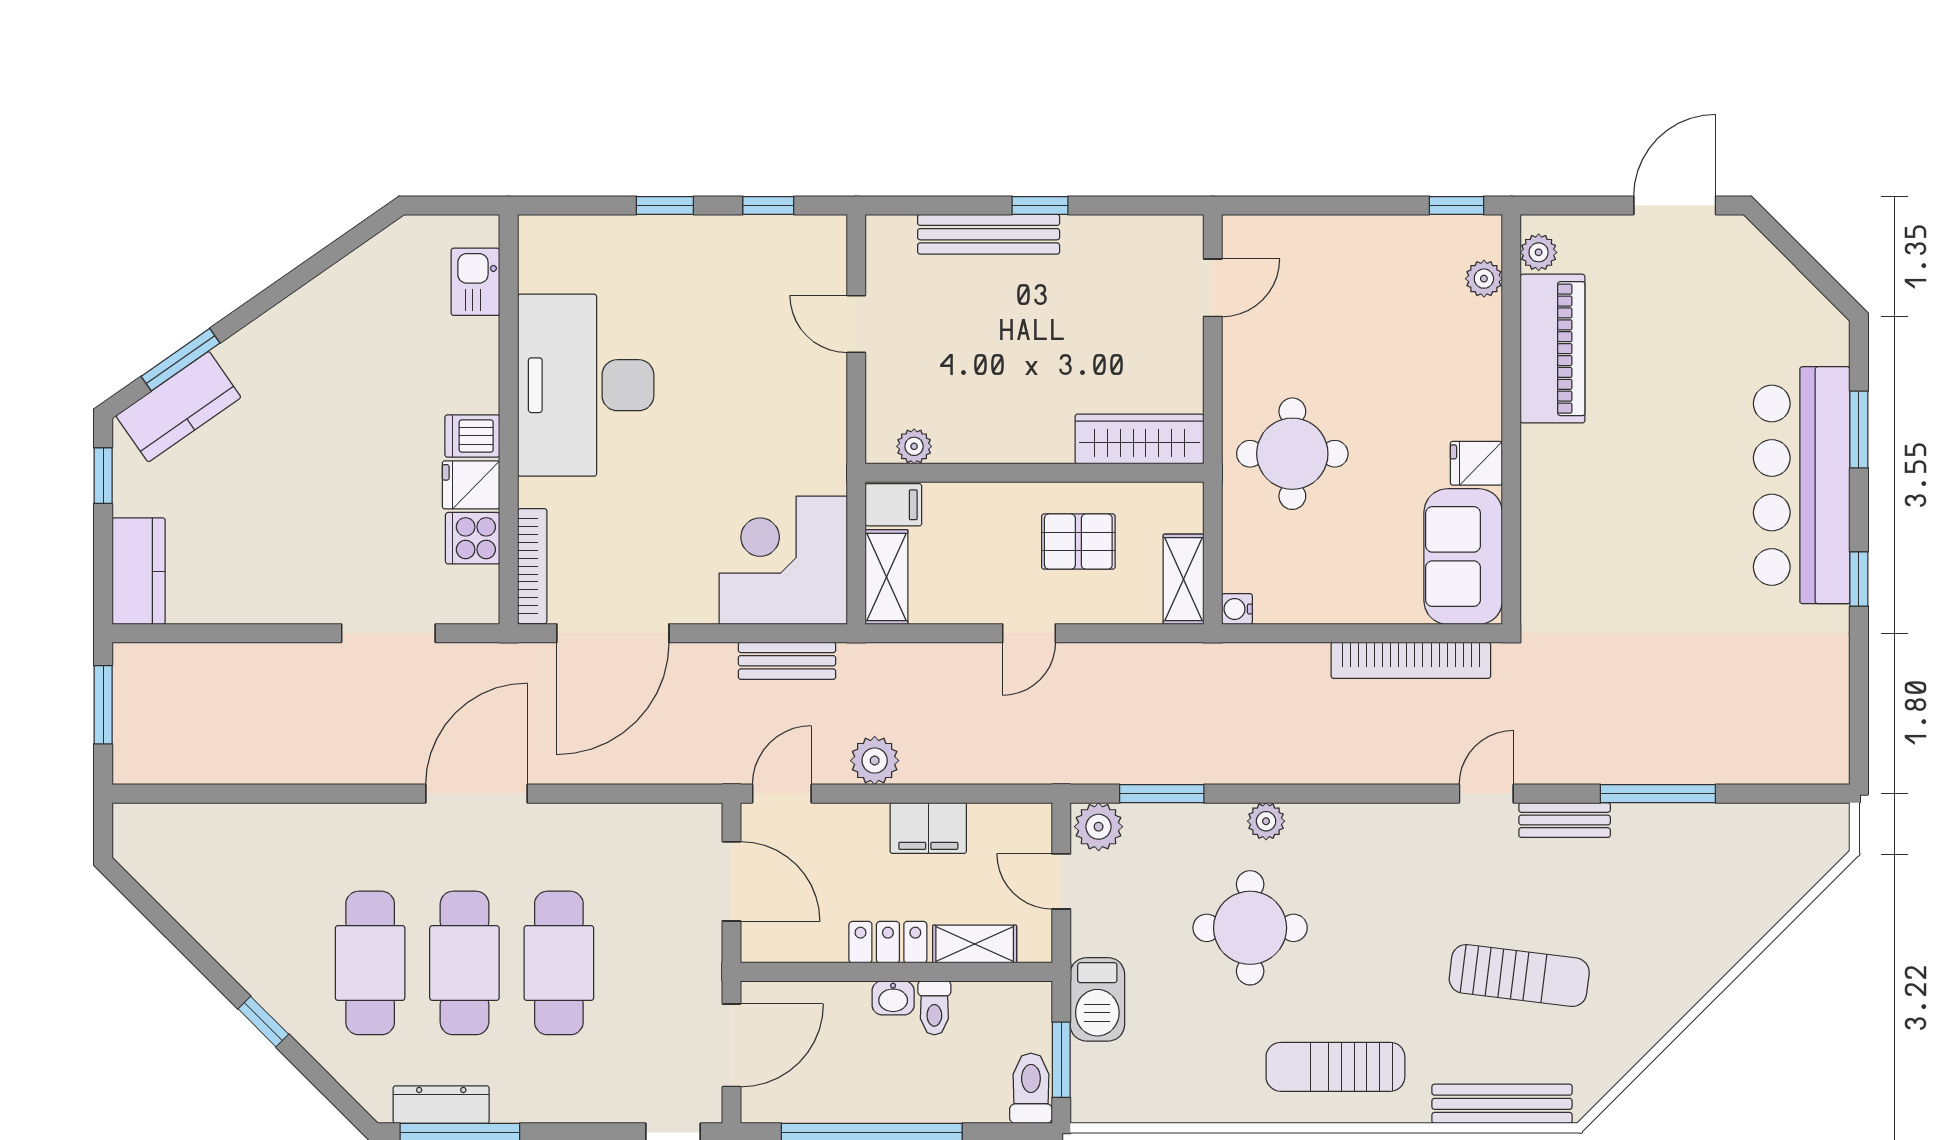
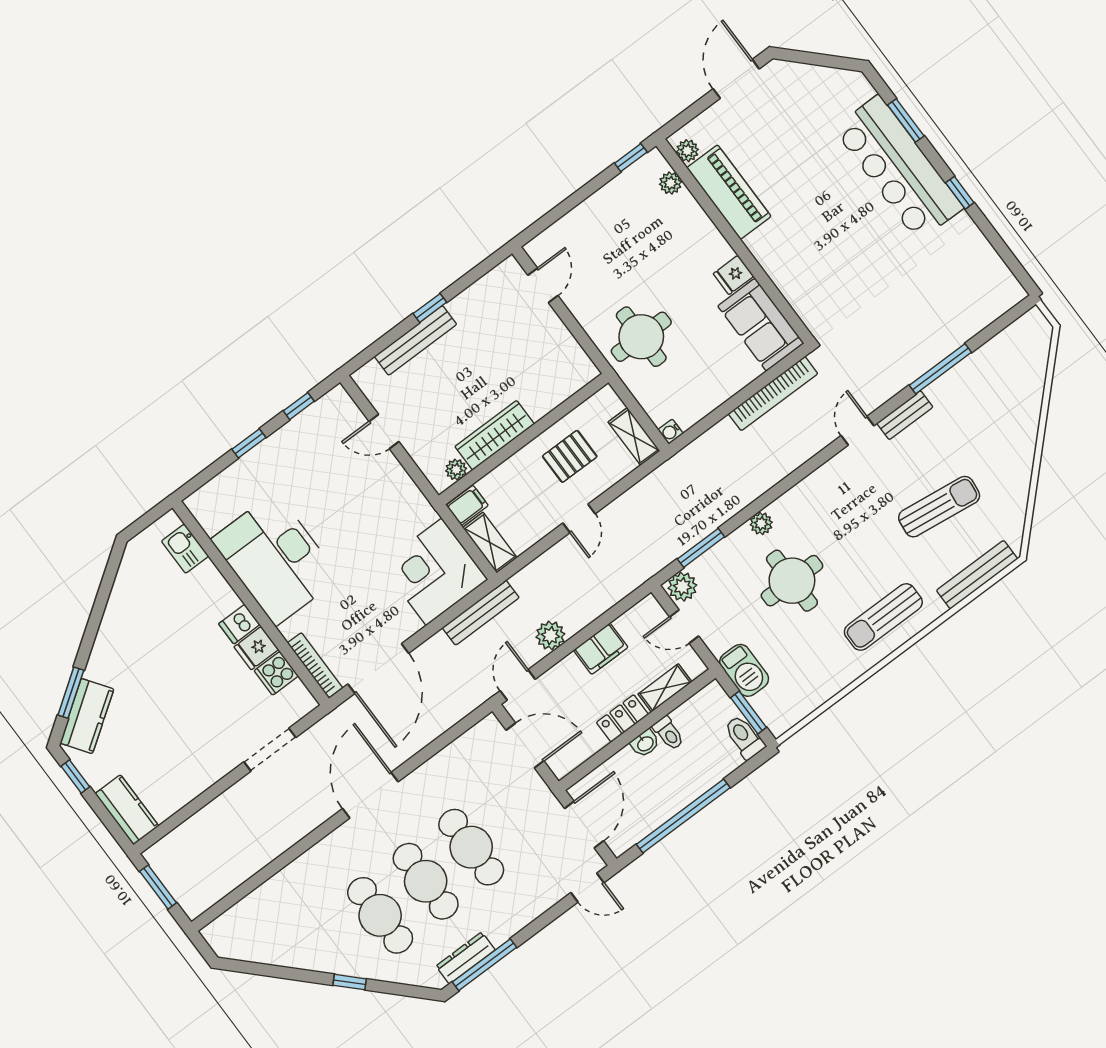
wardrobe: (1139, 439) -> (495, 435), moved
bench: (787, 661) -> (481, 613), width x1.36

